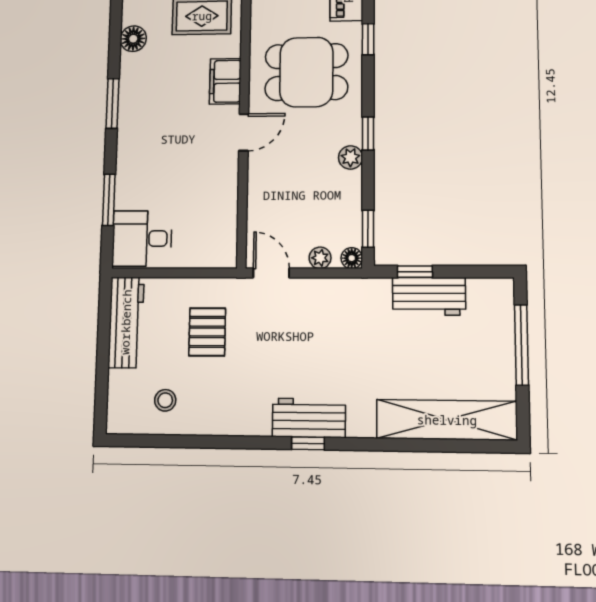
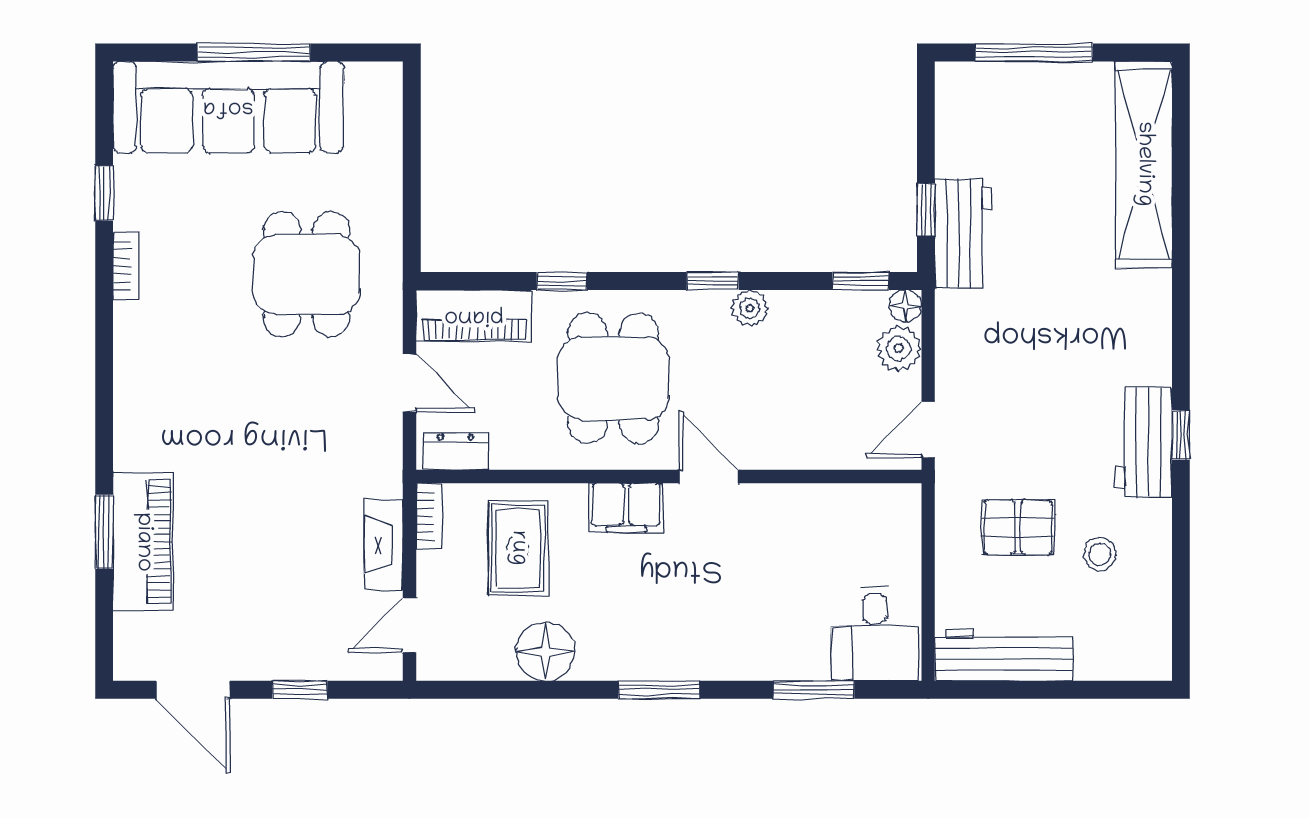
floor lamp: (133, 39) -> (545, 652), width x1.38, depth x1.38
plant: (320, 258) -> (899, 348), width x1.38, depth x1.38
workbench: (429, 296) -> (963, 233), moved
stool: (165, 400) -> (1100, 554), moved
workbench: (309, 418) -> (1144, 442), moved
window: (308, 443) -> (1181, 435), moved

